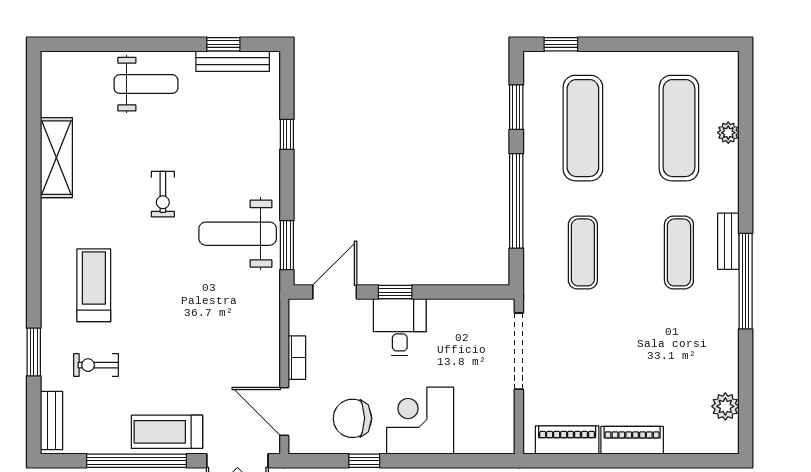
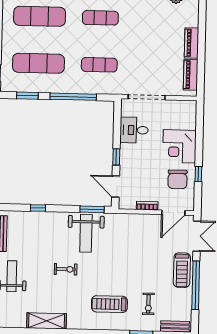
desk: (400, 327) -> (134, 130), moved

